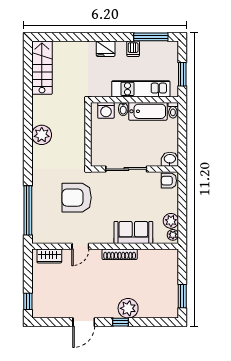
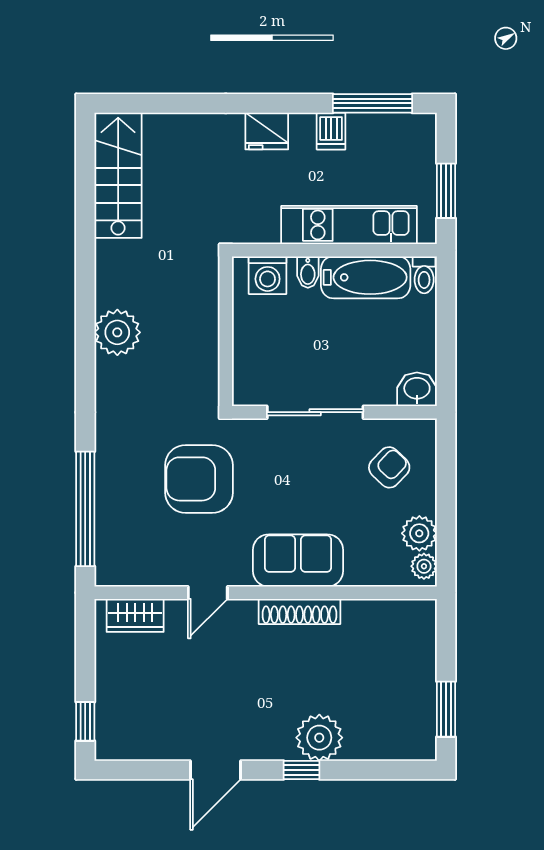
armchair: (169, 181) -> (389, 467), moved, turned 134
sofa: (133, 232) -> (298, 560), moved

